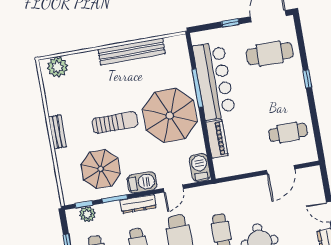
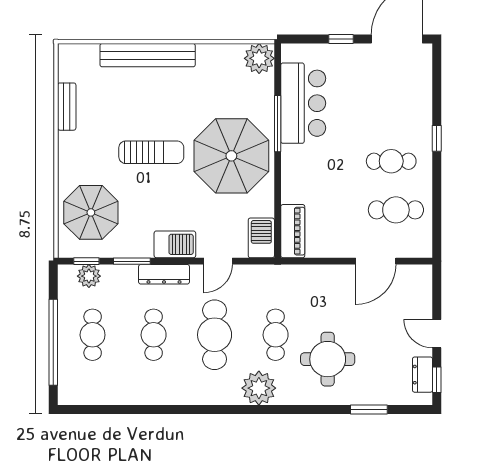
bench: (131, 52) -> (148, 55), moved
cafe table: (270, 54) -> (391, 161), moved, width x0.73, depth x0.74
plant: (57, 67) -> (259, 58), moved
bar counter: (214, 81) -> (303, 103), width x0.73
bench: (57, 132) -> (67, 107), moved
piano: (217, 139) -> (293, 231), moved
parasol: (101, 169) -> (91, 212), moved

